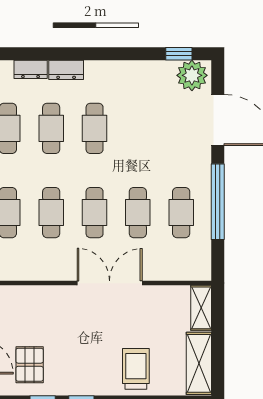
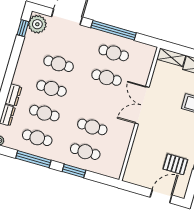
cafe table: (95, 213) -> (59, 64), moved

